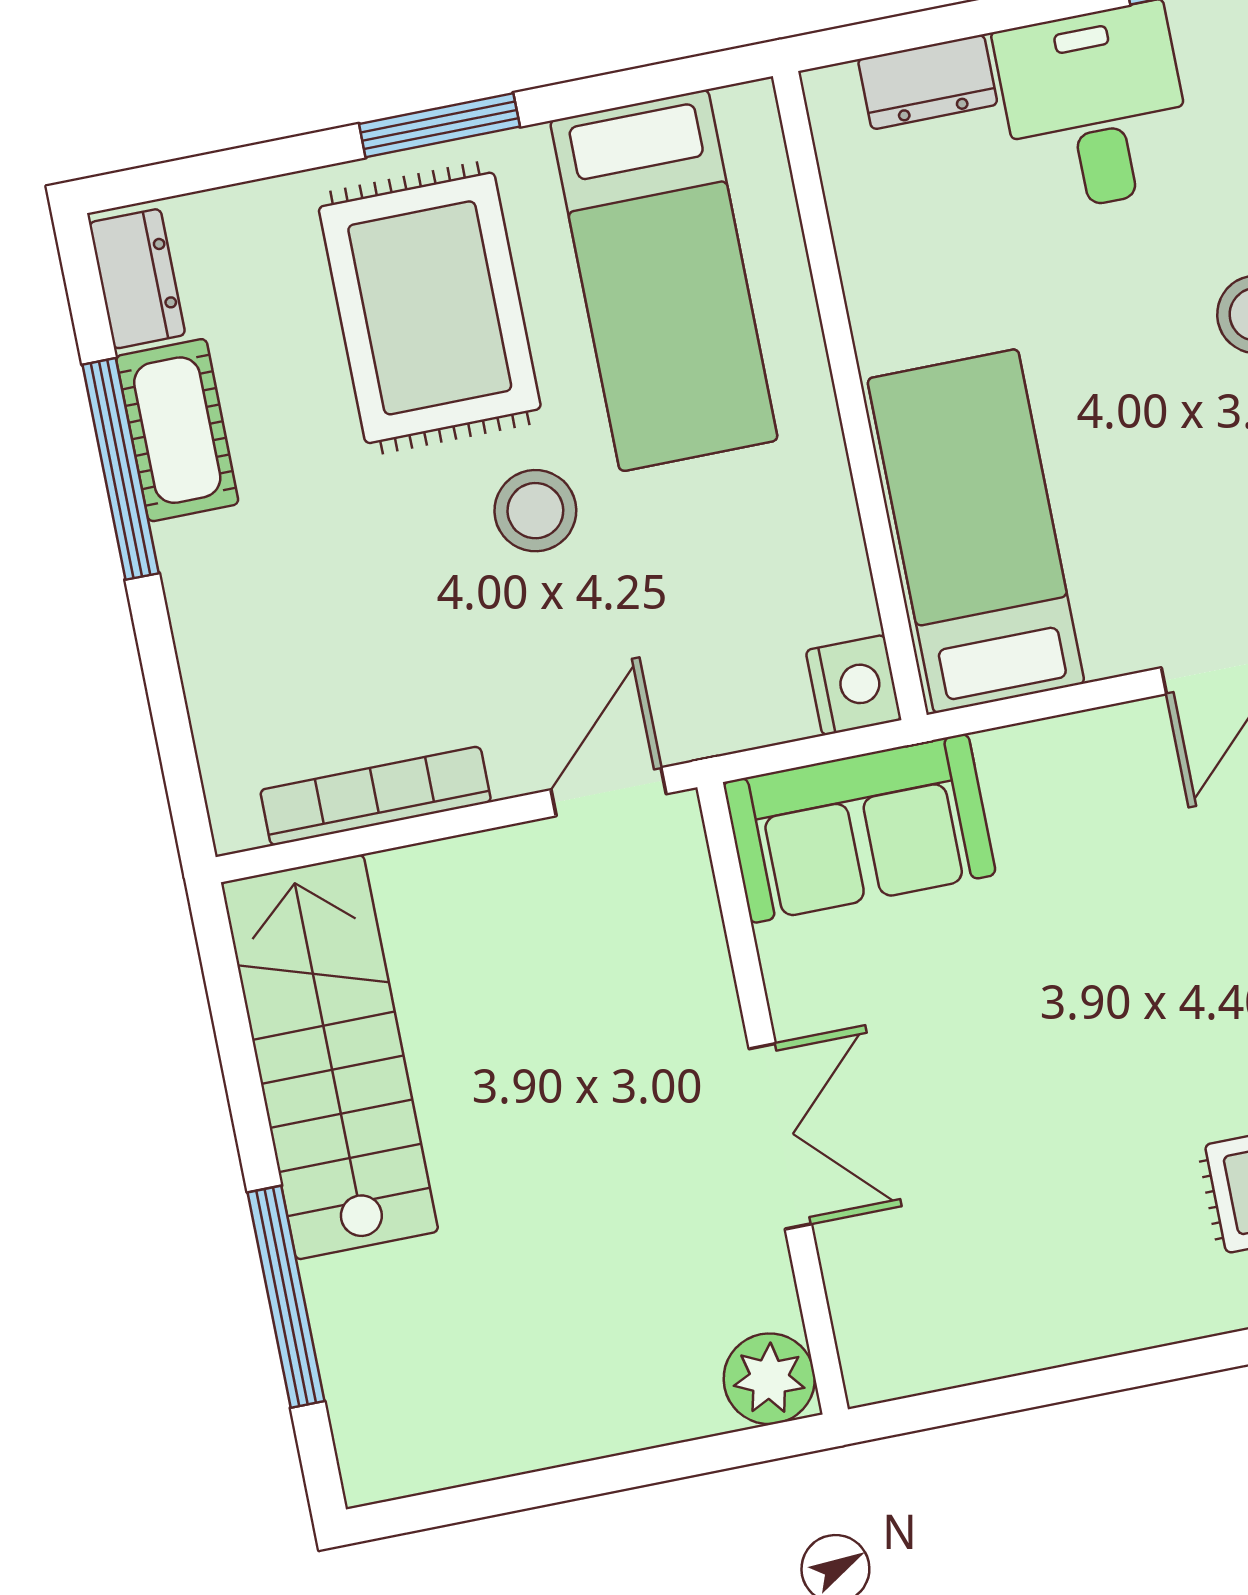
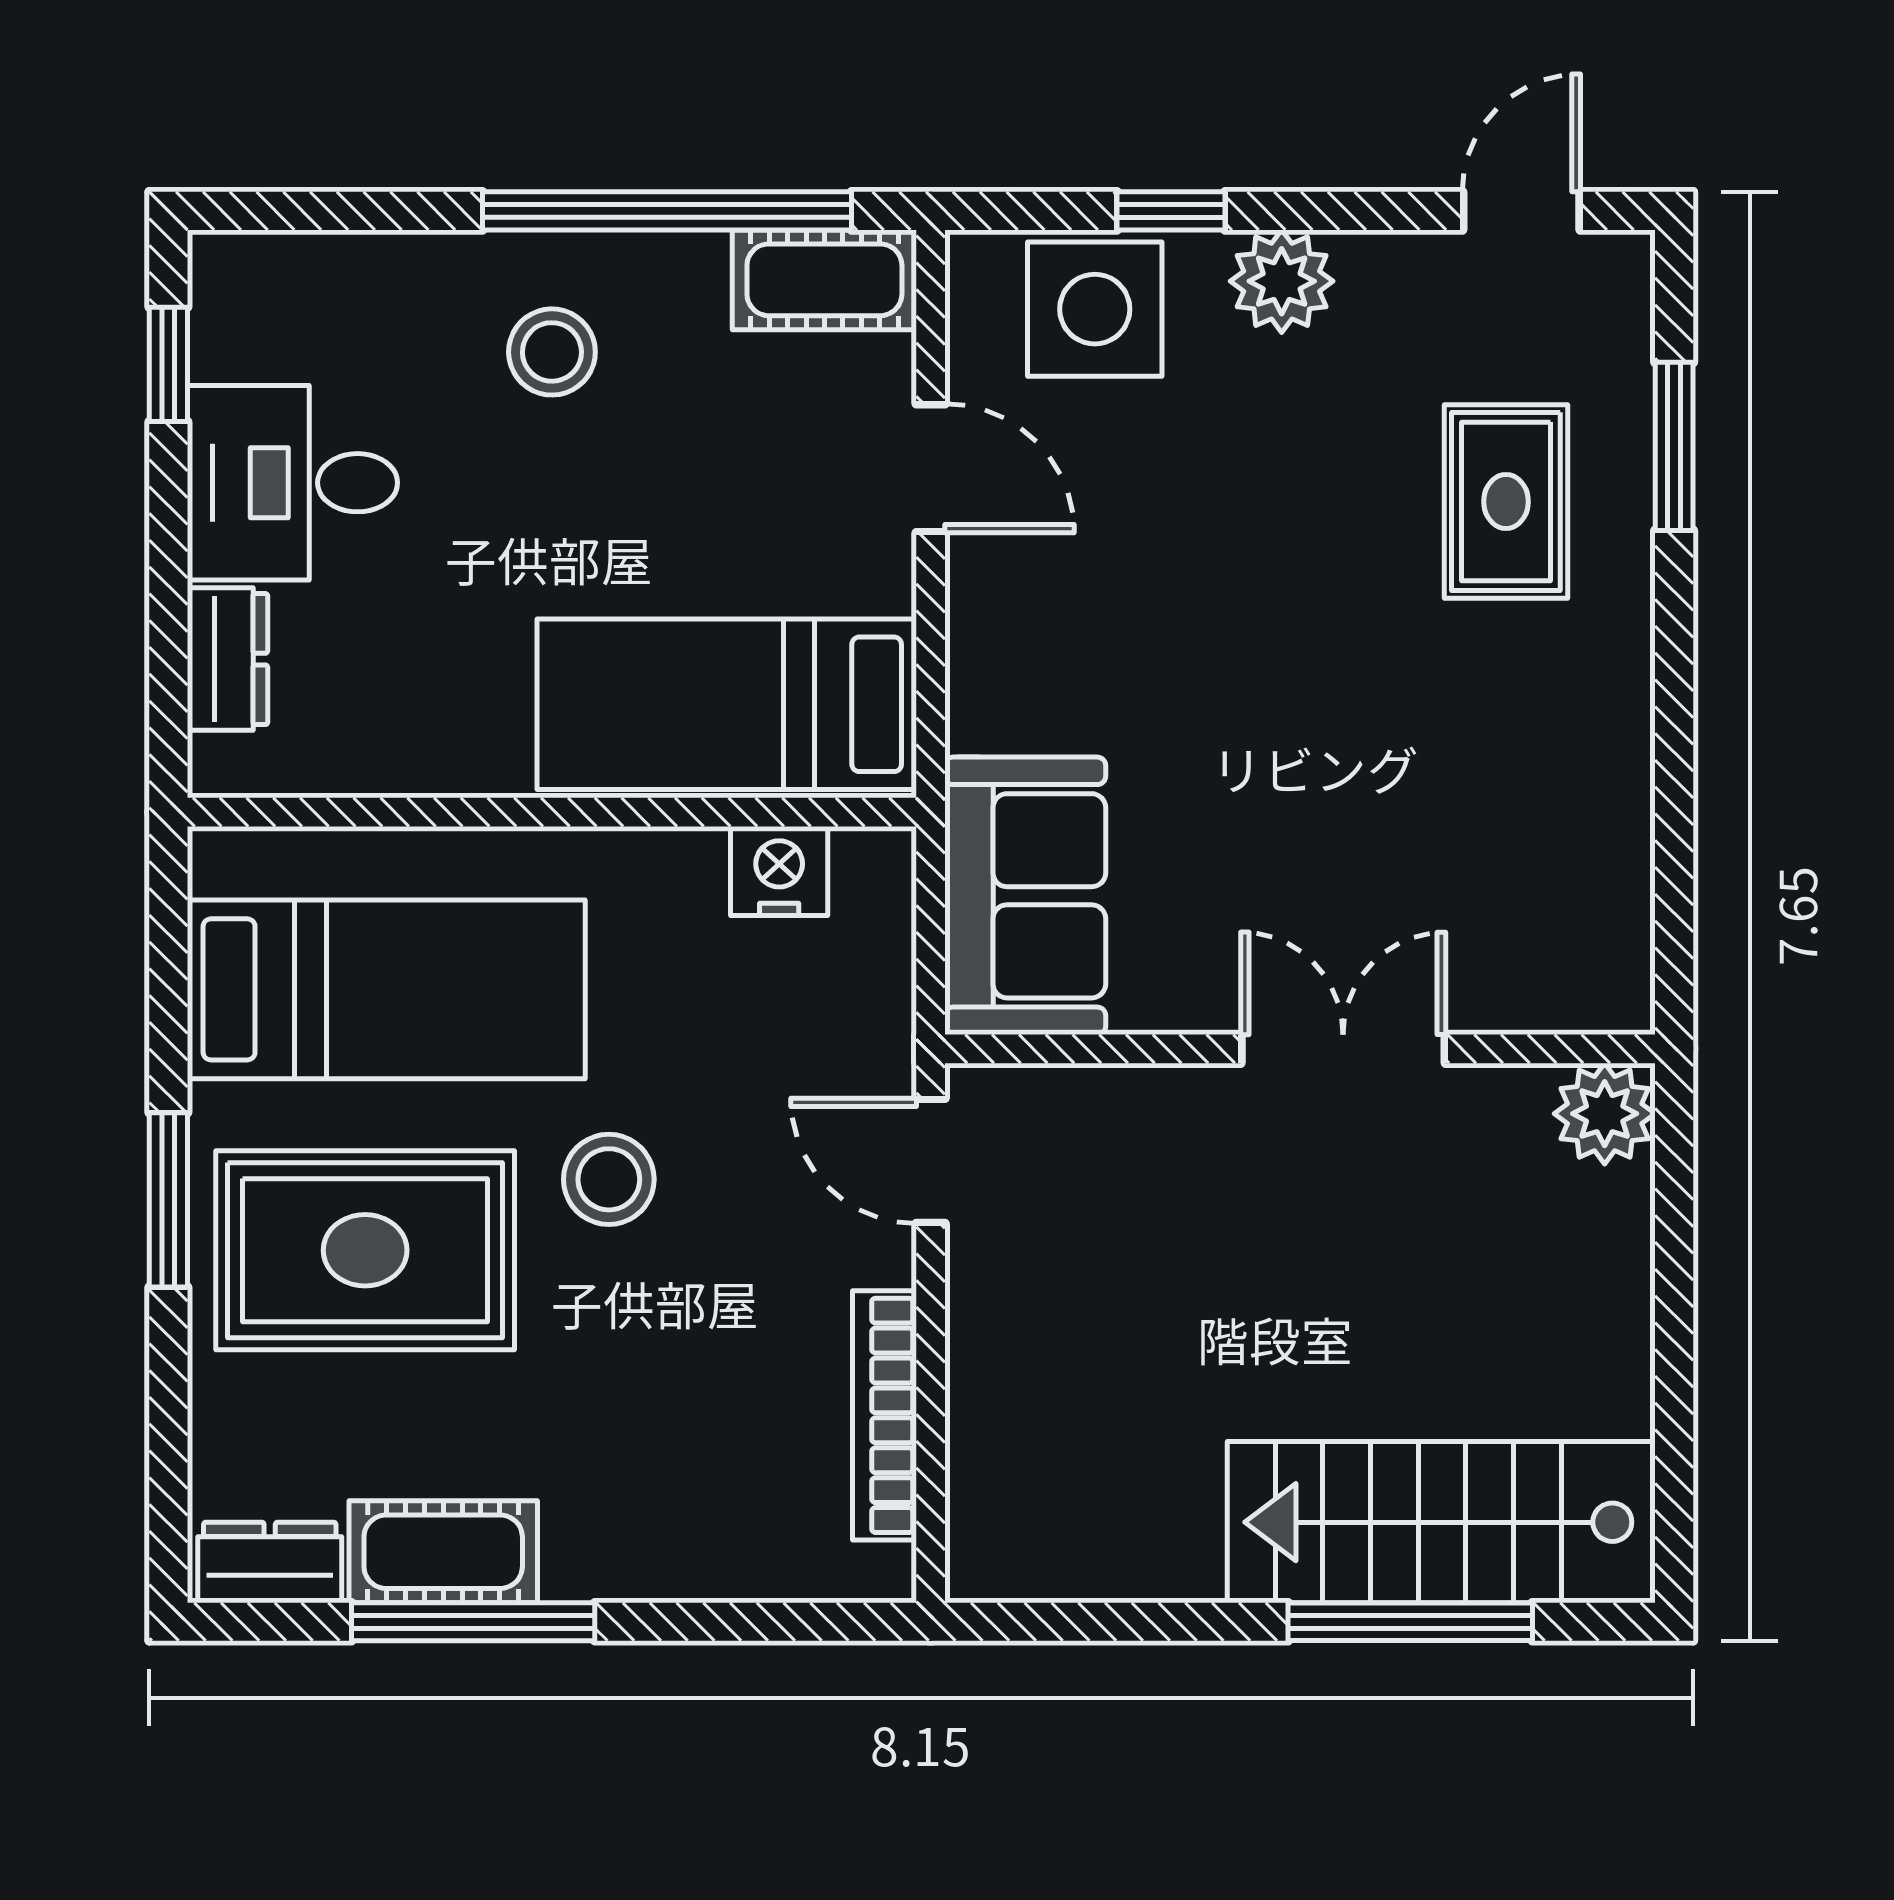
nightstand: (854, 685) -> (779, 871), moved
stairs: (330, 1057) -> (1441, 1522), moved

